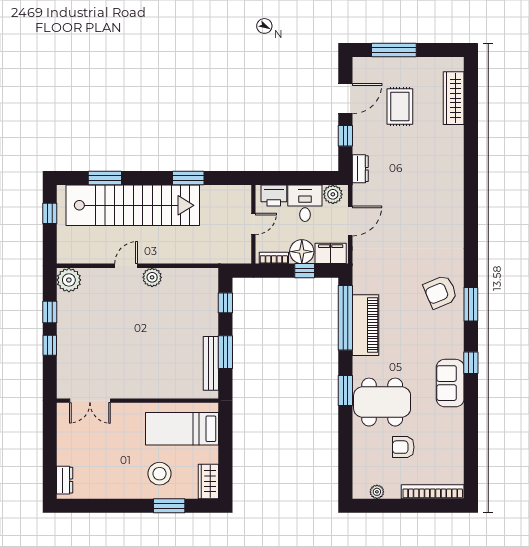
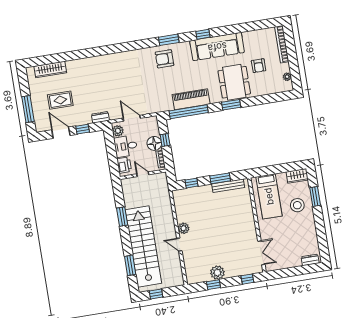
filing cabinet: (331, 253) -> (153, 126), removed
plant: (69, 280) -> (217, 273), moved
armchair: (440, 292) -> (164, 59), turned 113
window: (50, 345) -> (247, 279), moved
sofa: (450, 383) -> (217, 47), width x1.85, depth x1.27

